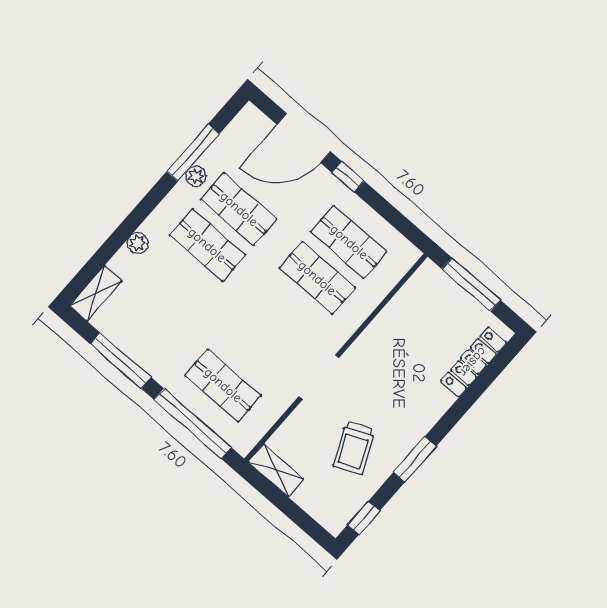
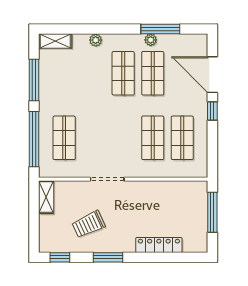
locker: (473, 362) -> (159, 245), moved

